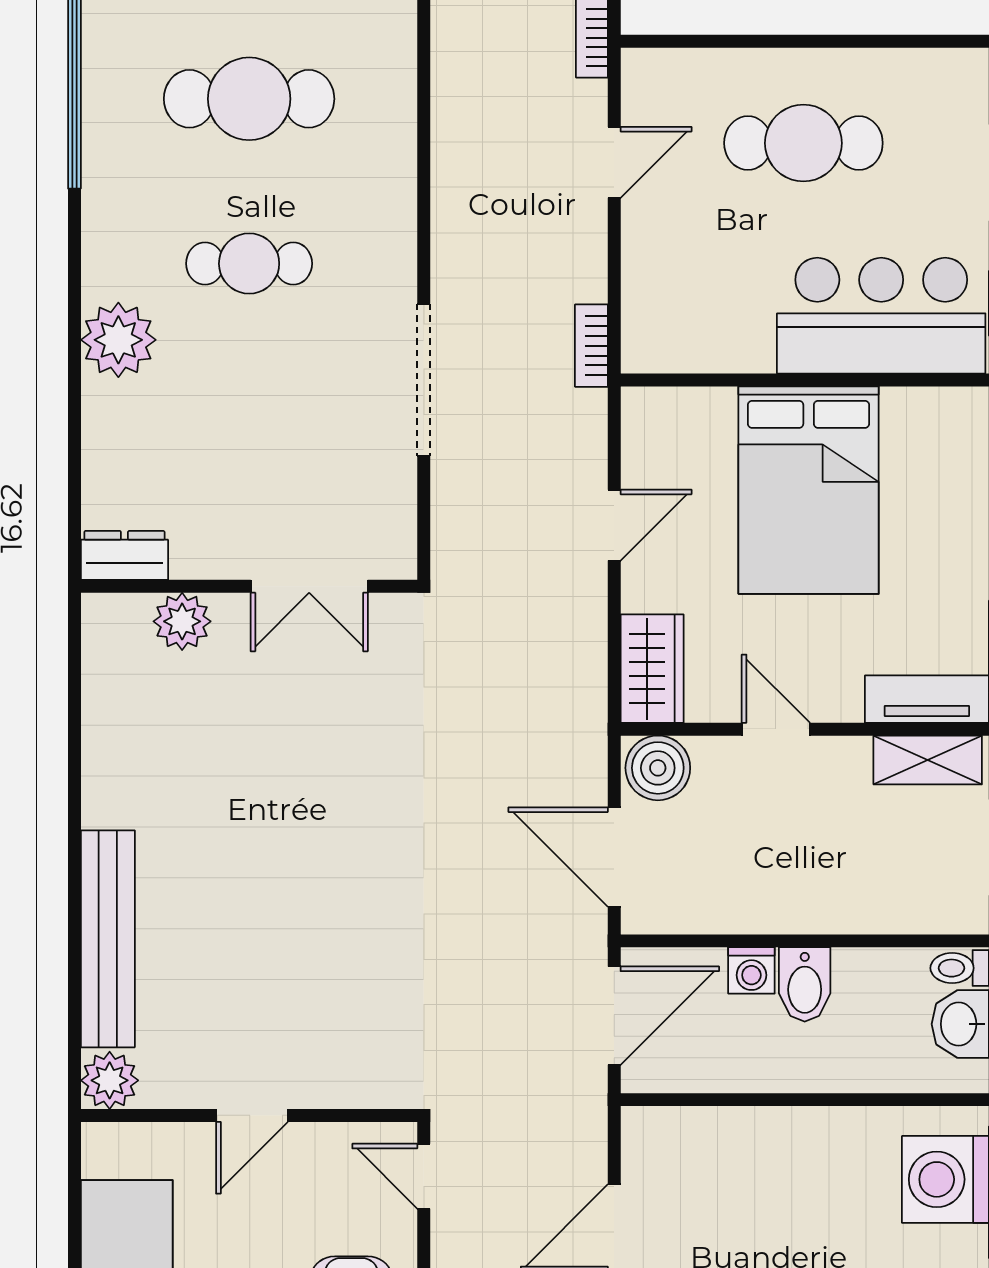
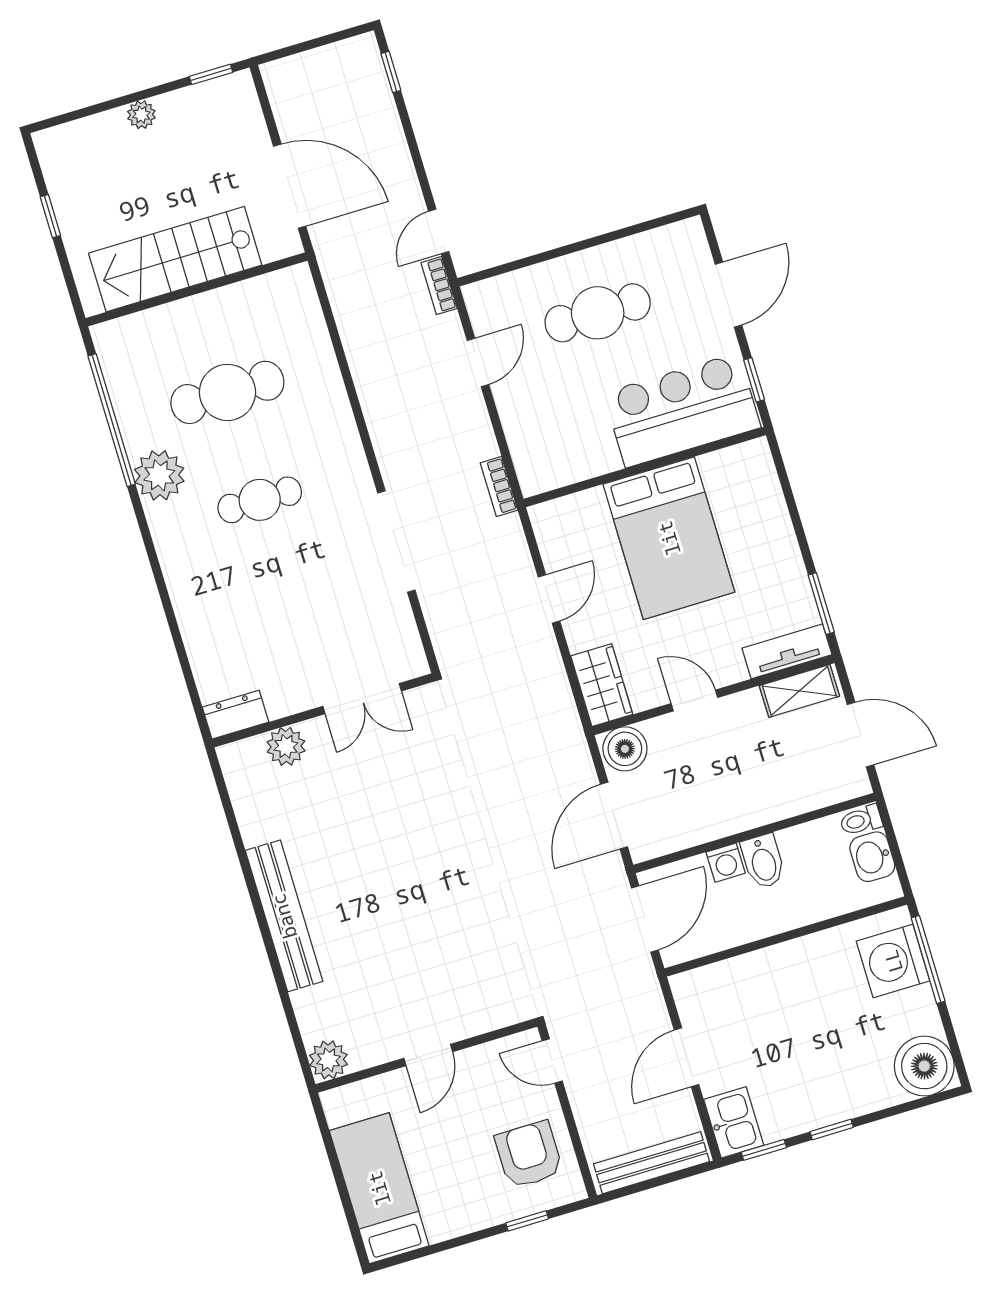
plant: (118, 340) -> (159, 475), moved
door: (614, 857) -> (614, 815), hinge flipped
bench: (108, 939) -> (284, 916), moved

